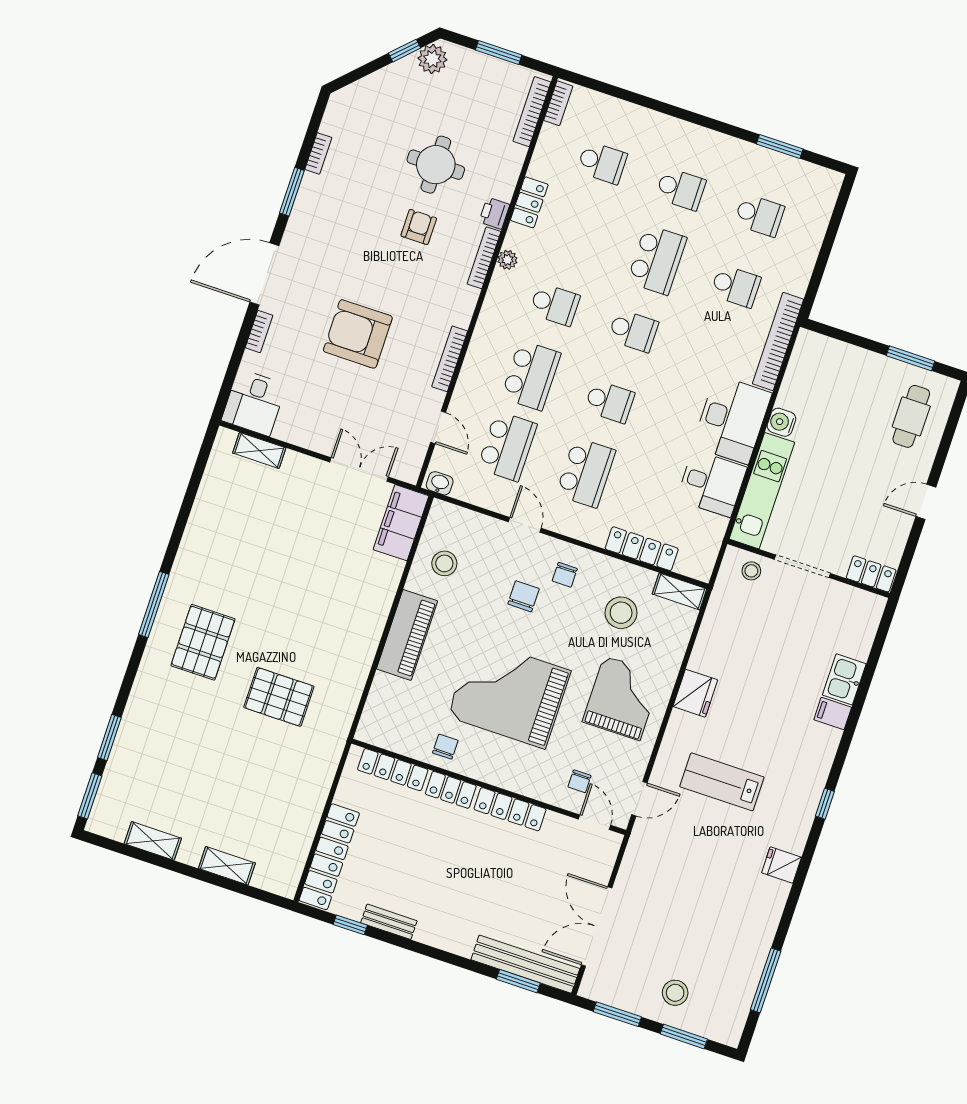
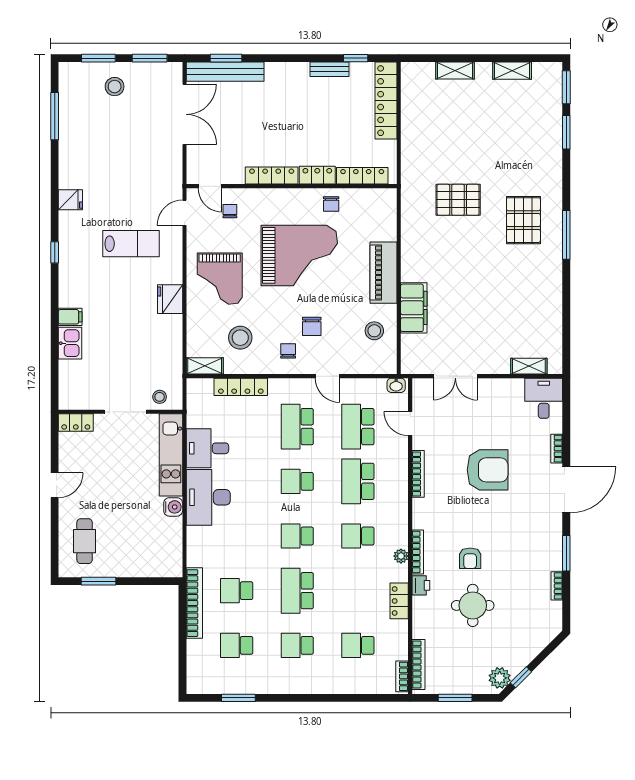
bookcase: (778, 342) -> (194, 603), moved
filing cabinet: (401, 523) -> (414, 308), moved

